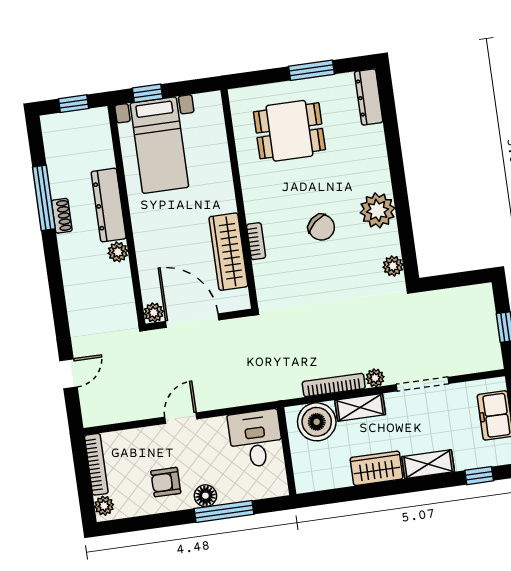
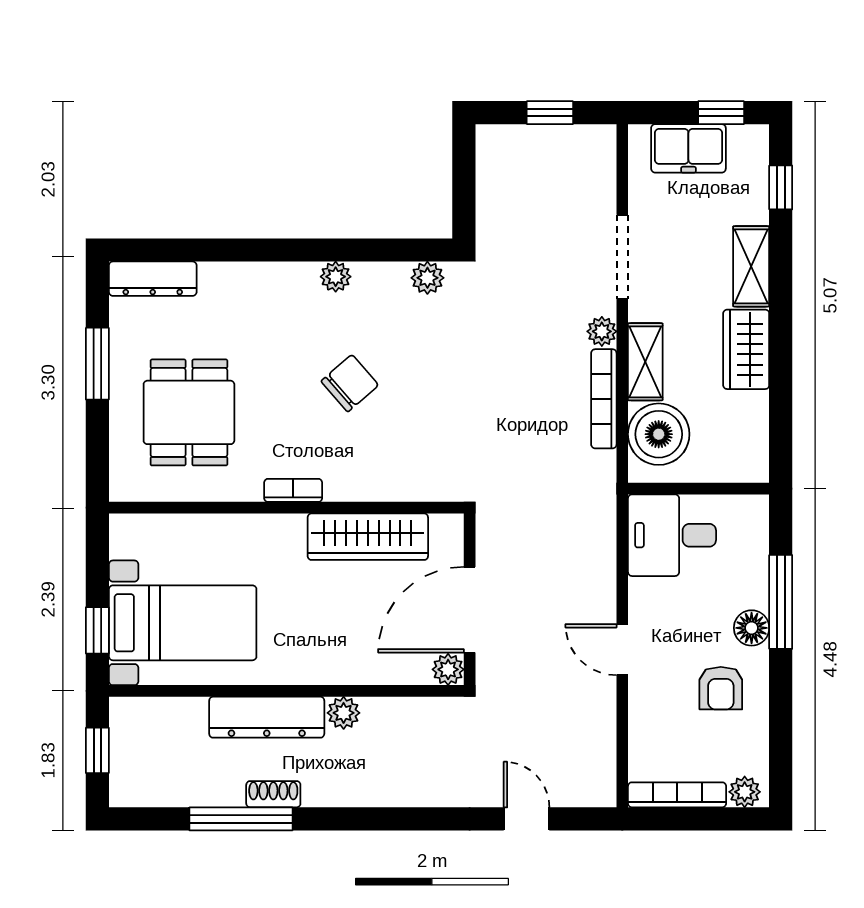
plant: (378, 210) -> (336, 277), width x0.53, depth x0.53
bookcase: (256, 241) -> (293, 490), moved

